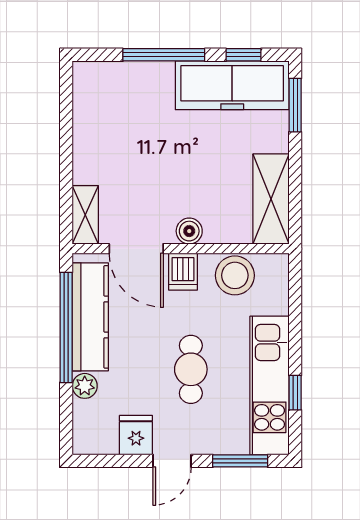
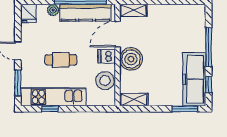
shelving: (271, 199) -> (134, 100), width x0.67, depth x0.75
boiler: (189, 231) -> (131, 59), width x1.86, depth x1.86
fridge: (136, 435) -> (28, 13), moved, turned 90

